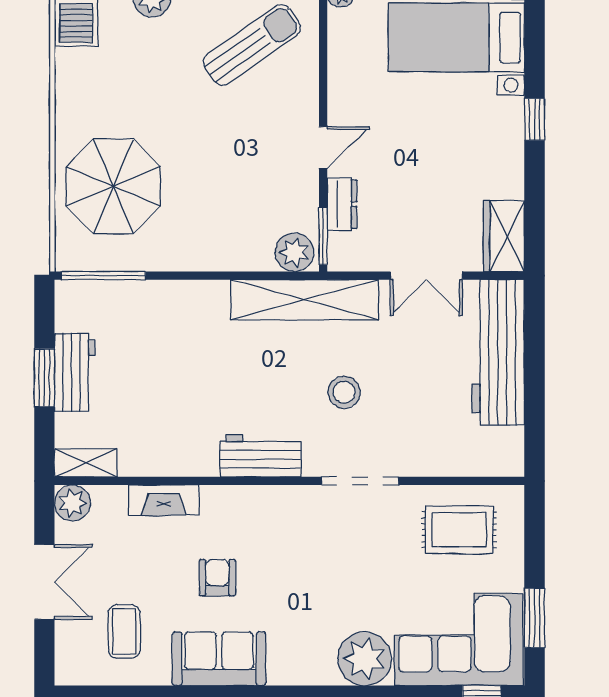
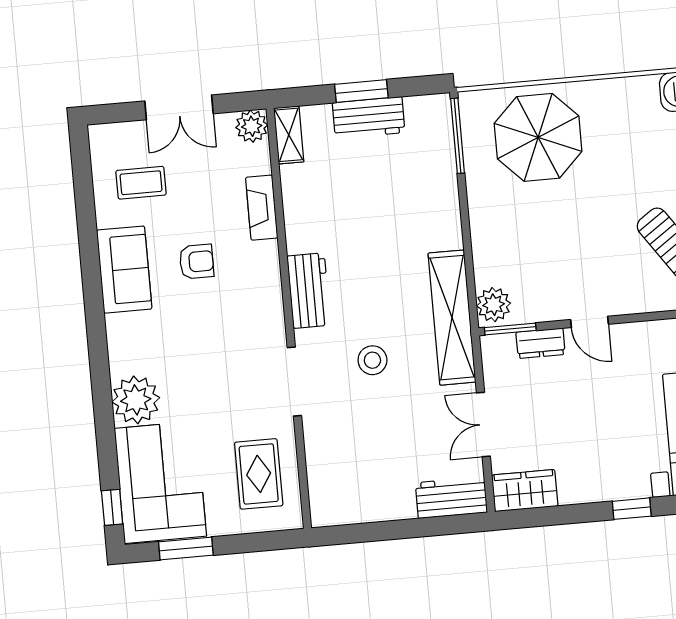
workbench: (498, 352) -> (451, 498), width x0.53, depth x0.76

